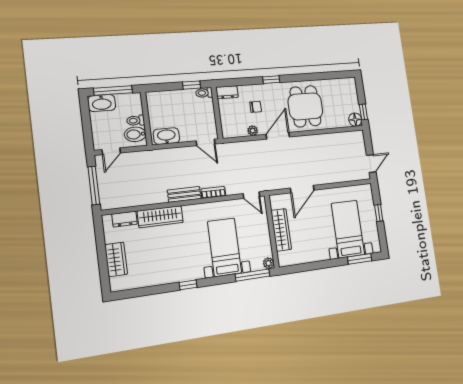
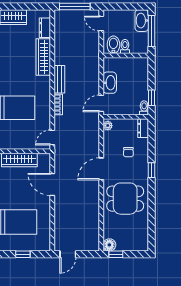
plant: (253, 131) -> (108, 126), moved
washbasin: (166, 136) -> (110, 83), moved
door: (278, 136) -> (101, 169), swing flipped
door: (371, 164) -> (68, 254), hinge flipped

